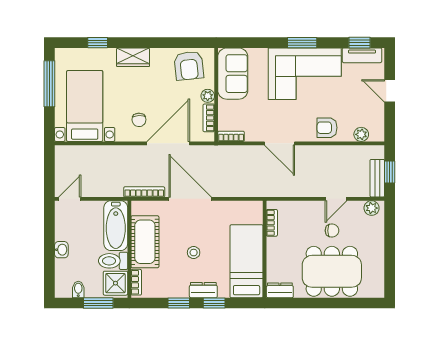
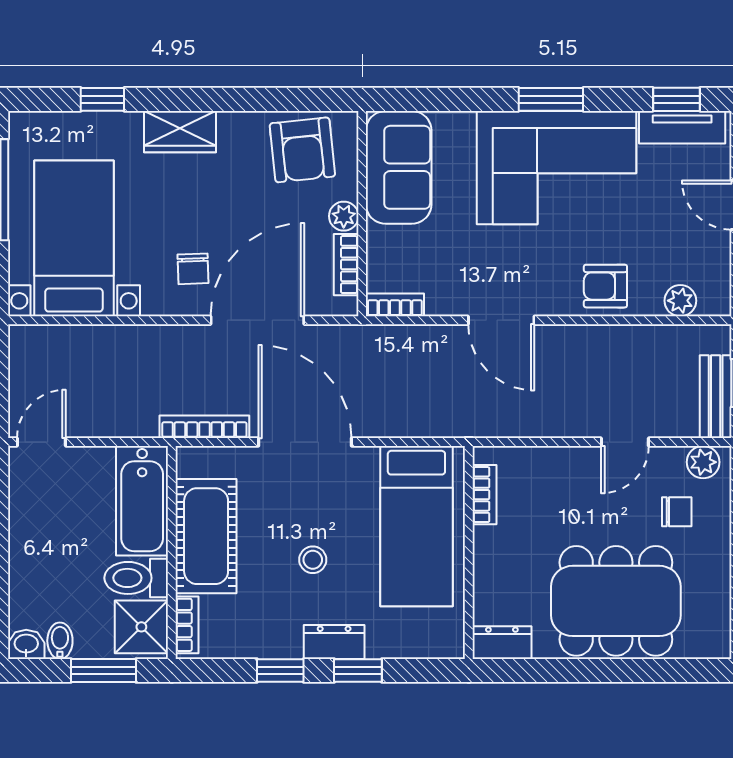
chair: (332, 231) -> (677, 512), moved
washbasin: (61, 250) -> (26, 644), moved, turned -90
bed: (247, 261) -> (416, 526), moved, turned 180

